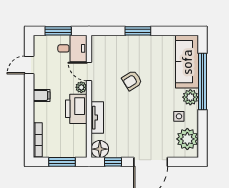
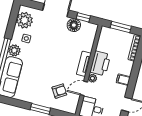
door: (89, 71) -> (84, 88), swing flipped
armchair: (132, 80) -> (59, 91), moved
tv unit: (97, 118) -> (84, 64), moved
floor lamp: (100, 149) -> (74, 25), moved

